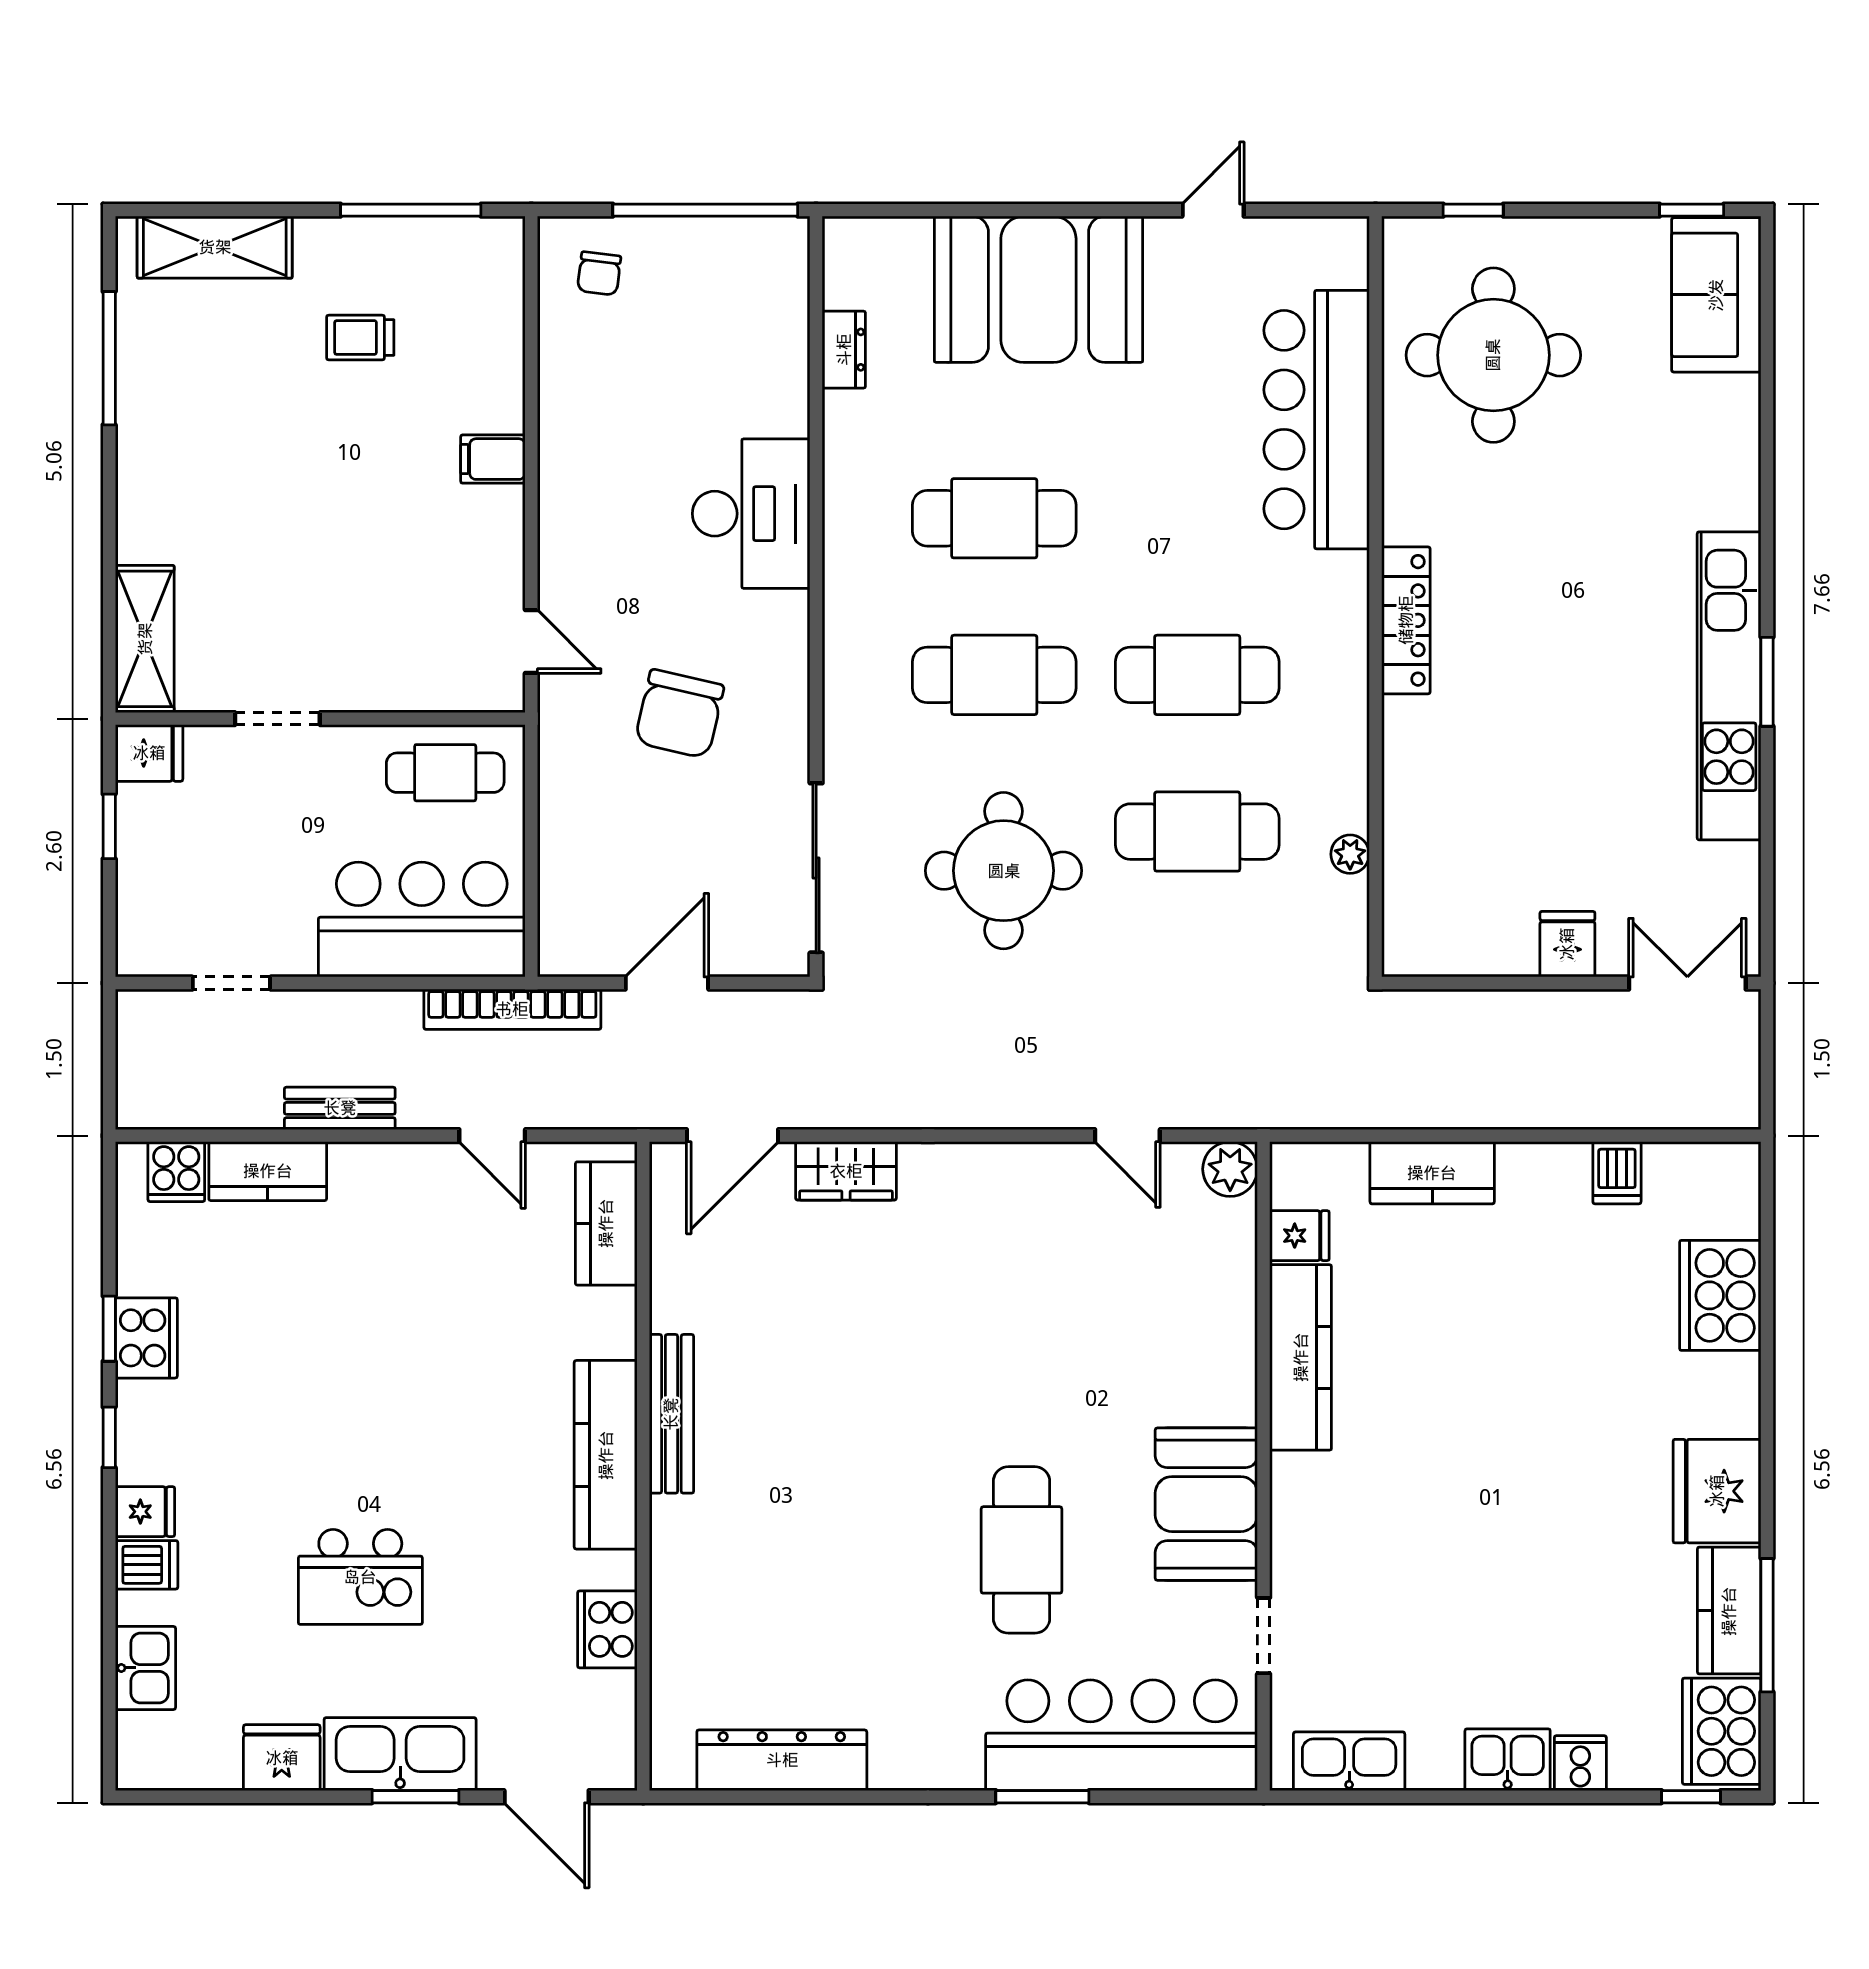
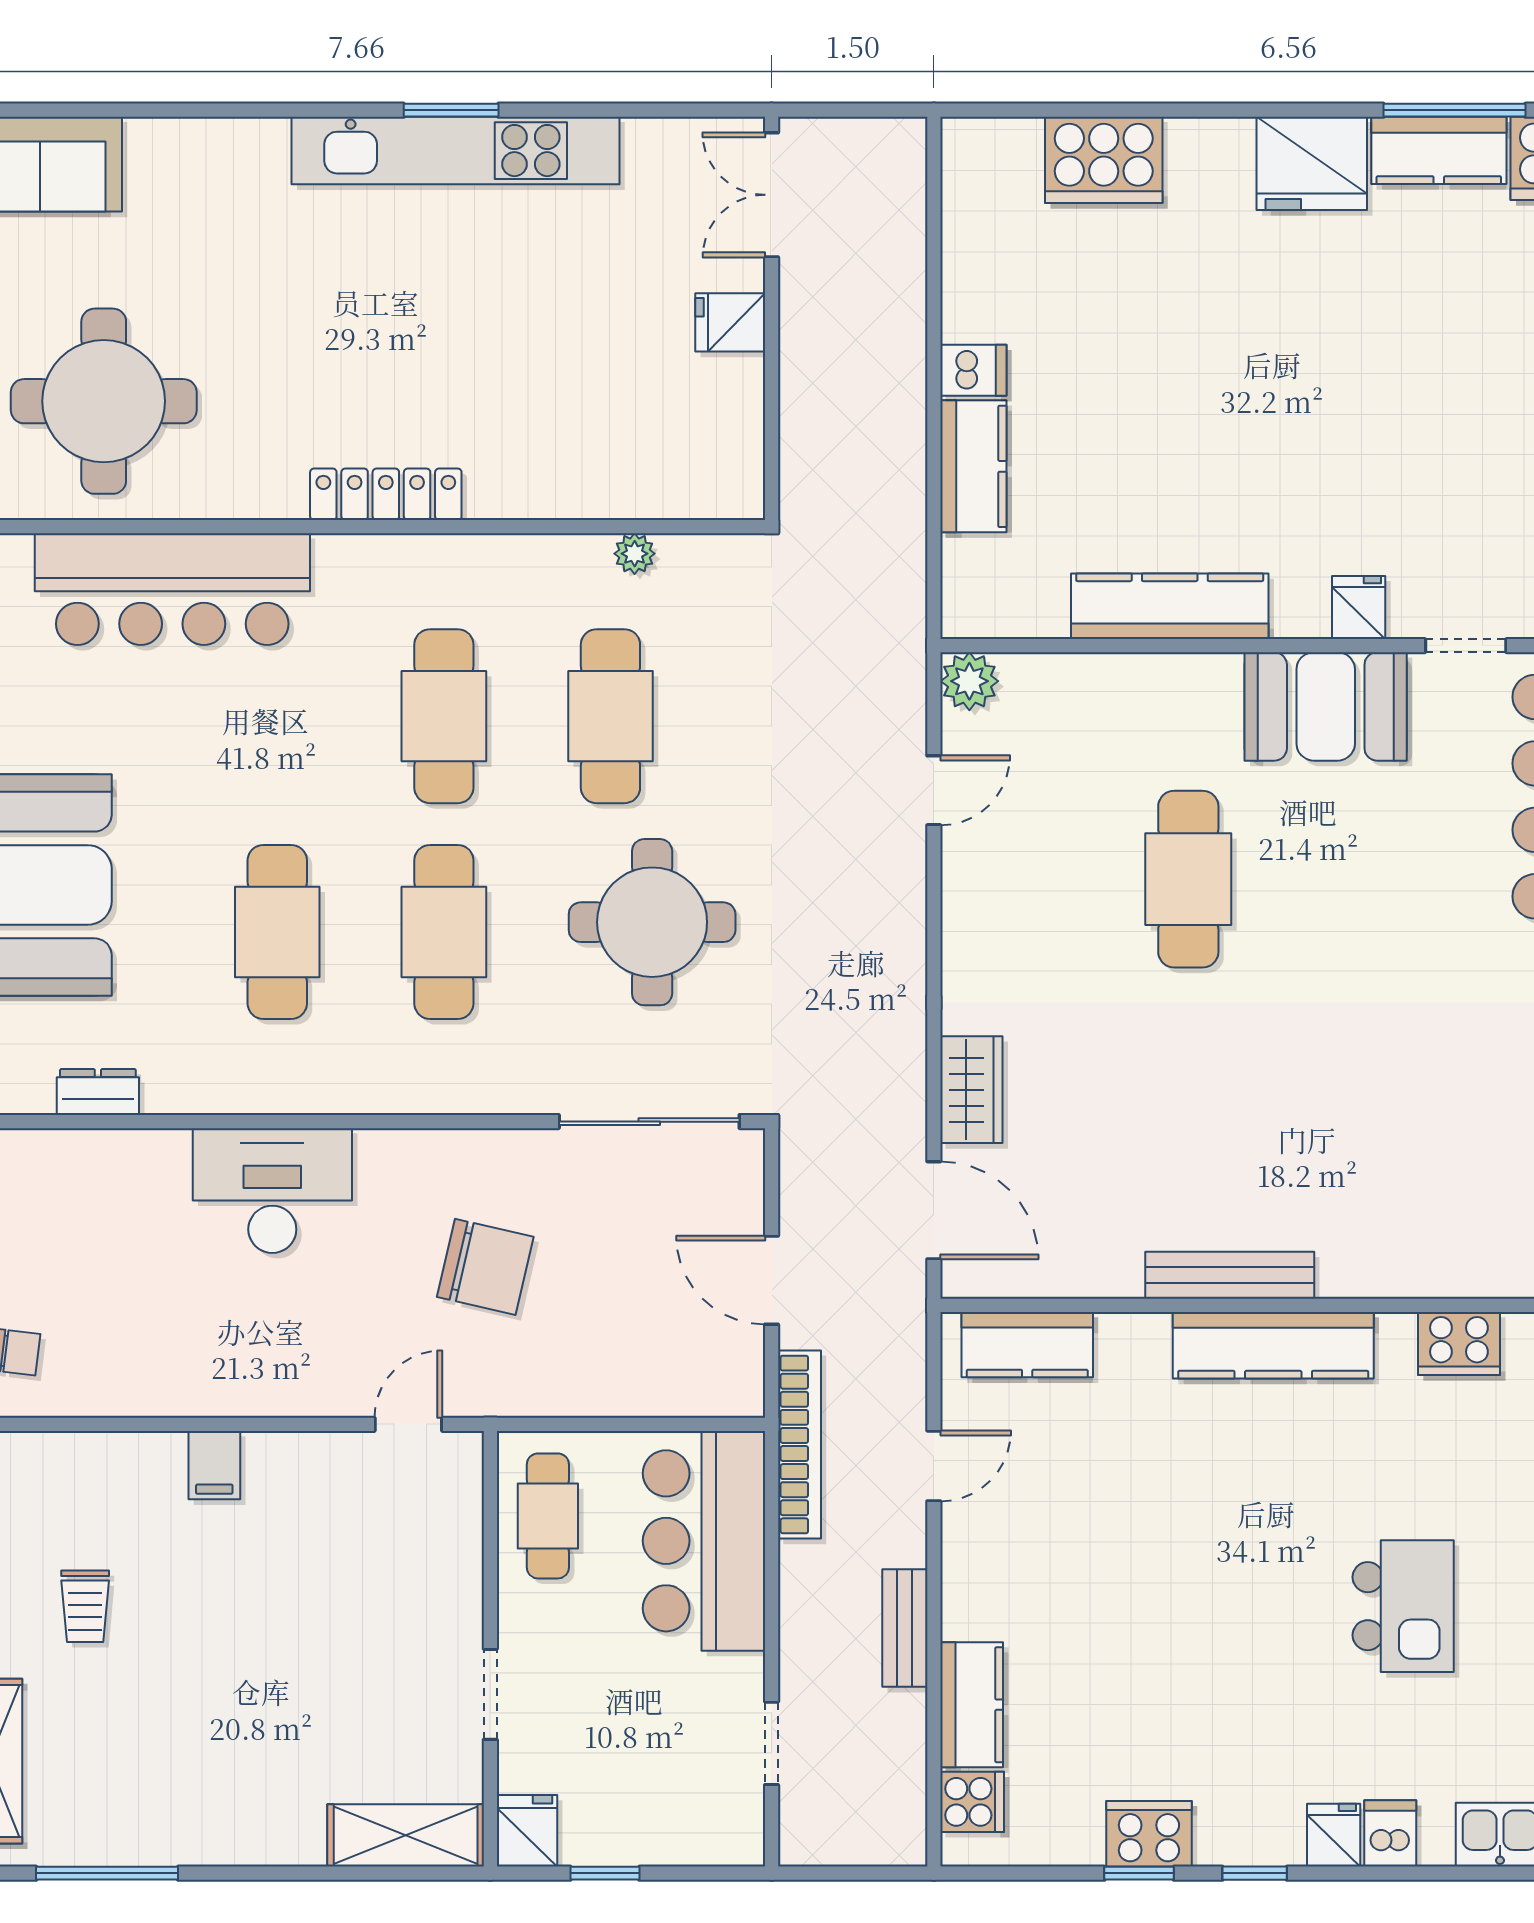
dishwasher: (1617, 1173) -> (973, 370), moved
fridge: (1299, 1236) -> (1359, 607), moved
cafe table: (1022, 1550) -> (1188, 879), moved, turned 90

